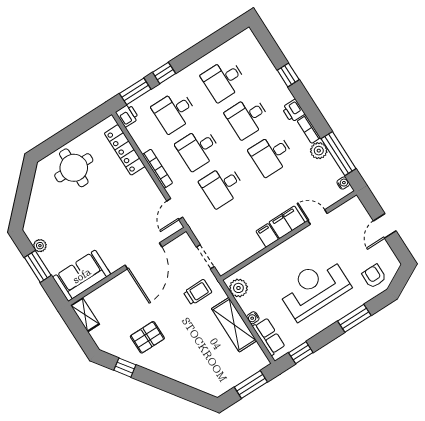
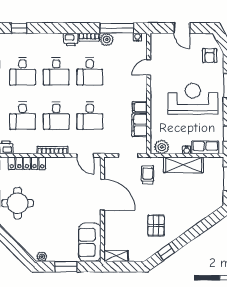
window: (288, 75) -> (19, 28), moved
filing cabinet: (287, 222) -> (140, 125), moved
plant: (40, 246) -> (42, 257), moved
armchair: (374, 276) -> (210, 56), turned -90
reception desk: (314, 288) -> (193, 99), turned 90

